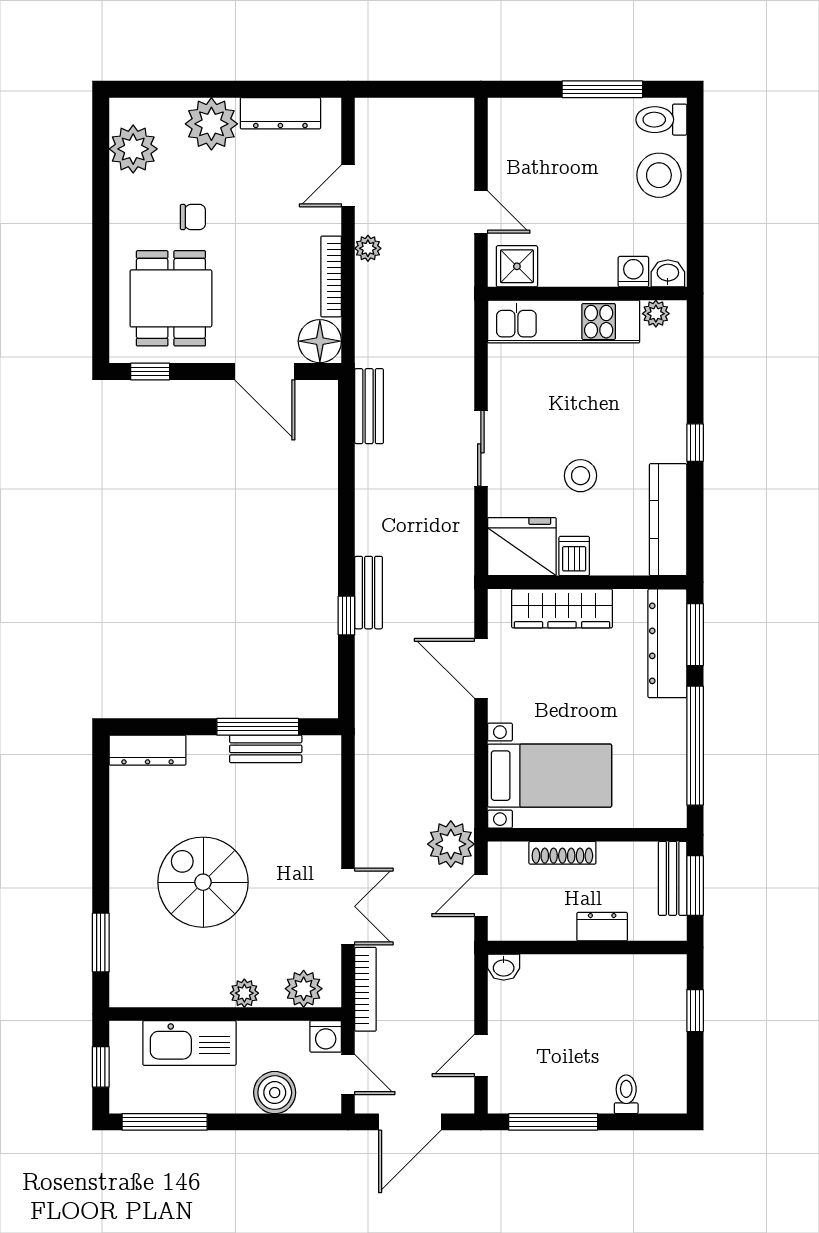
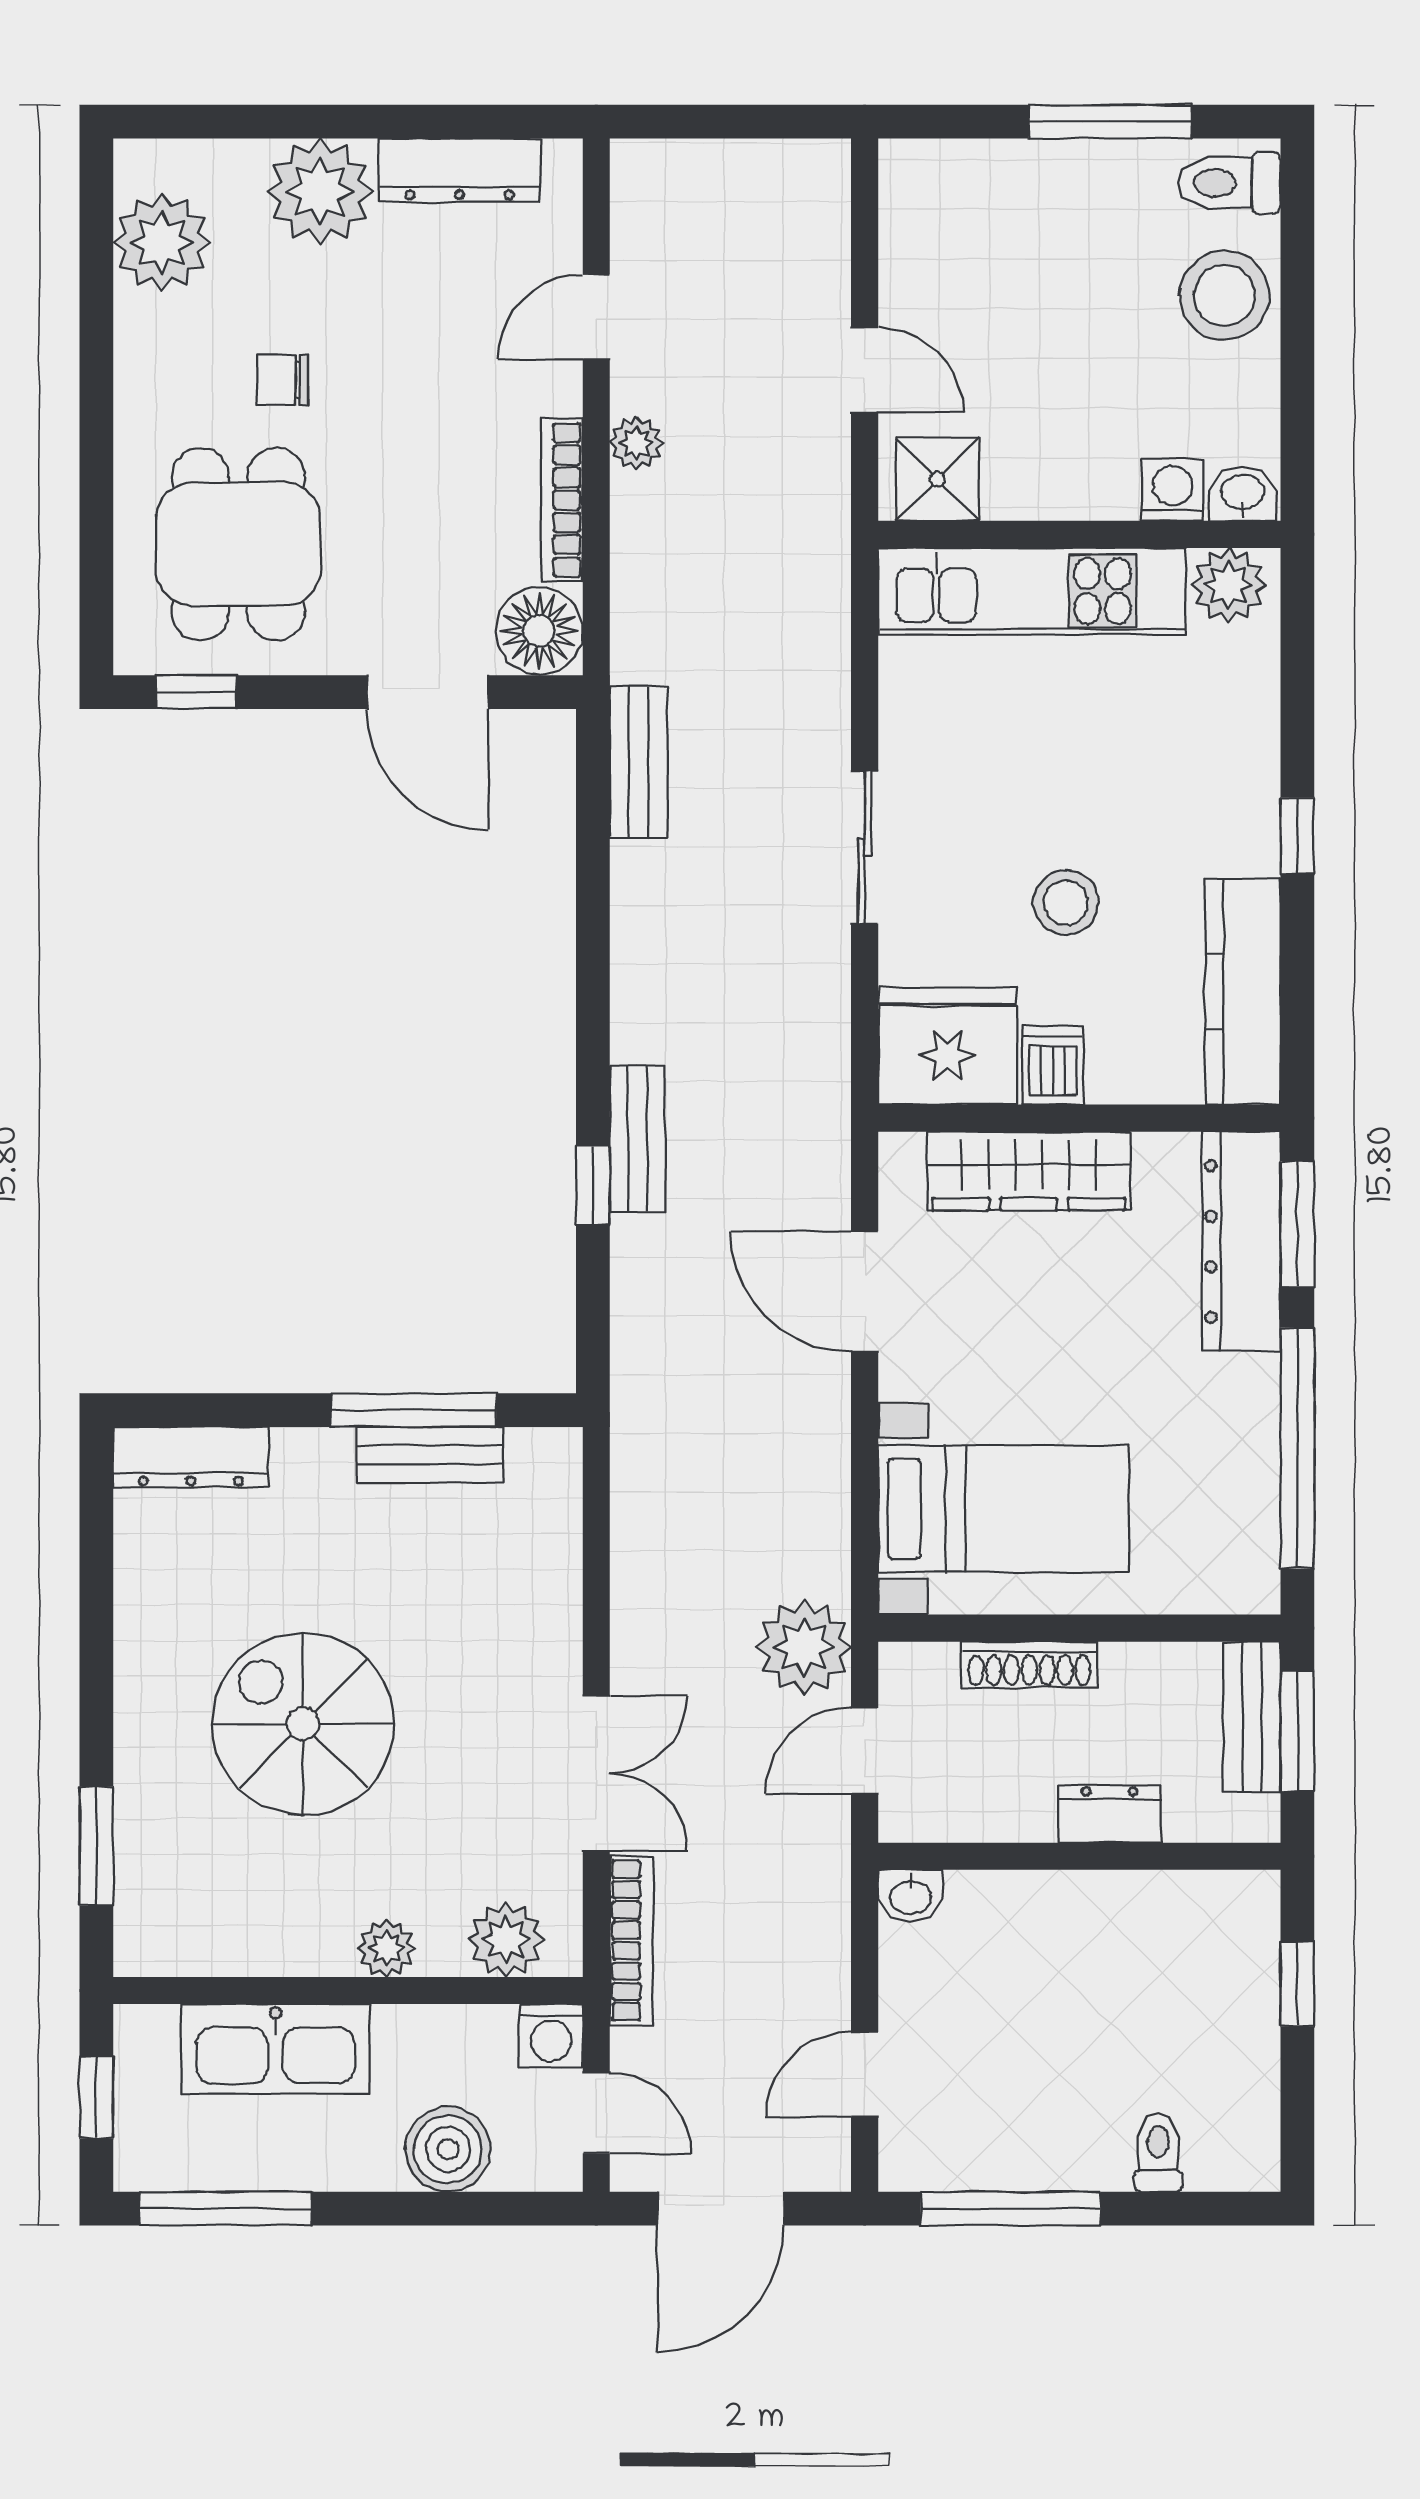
chair: (193, 217) -> (282, 380), turned 180
plant: (656, 314) -> (1228, 585), width x1.38, depth x1.38

